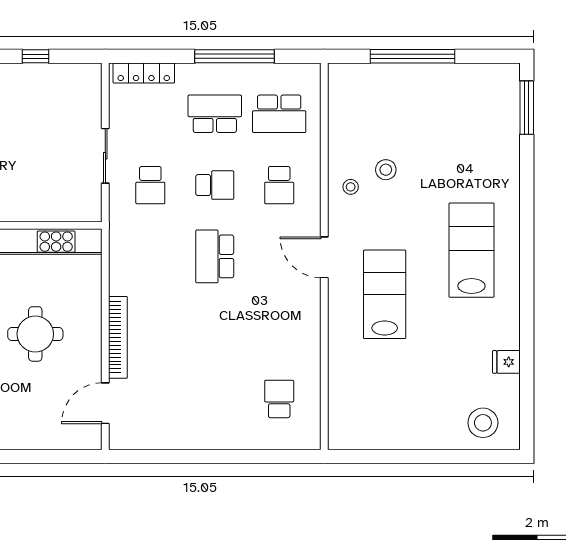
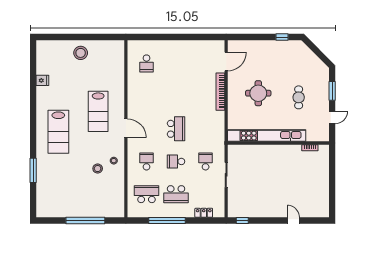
window: (35, 56) -> (242, 221), moved
locker: (144, 73) -> (204, 213), width x0.66
window: (527, 108) -> (33, 170), moved
stool: (483, 423) -> (81, 53), moved

